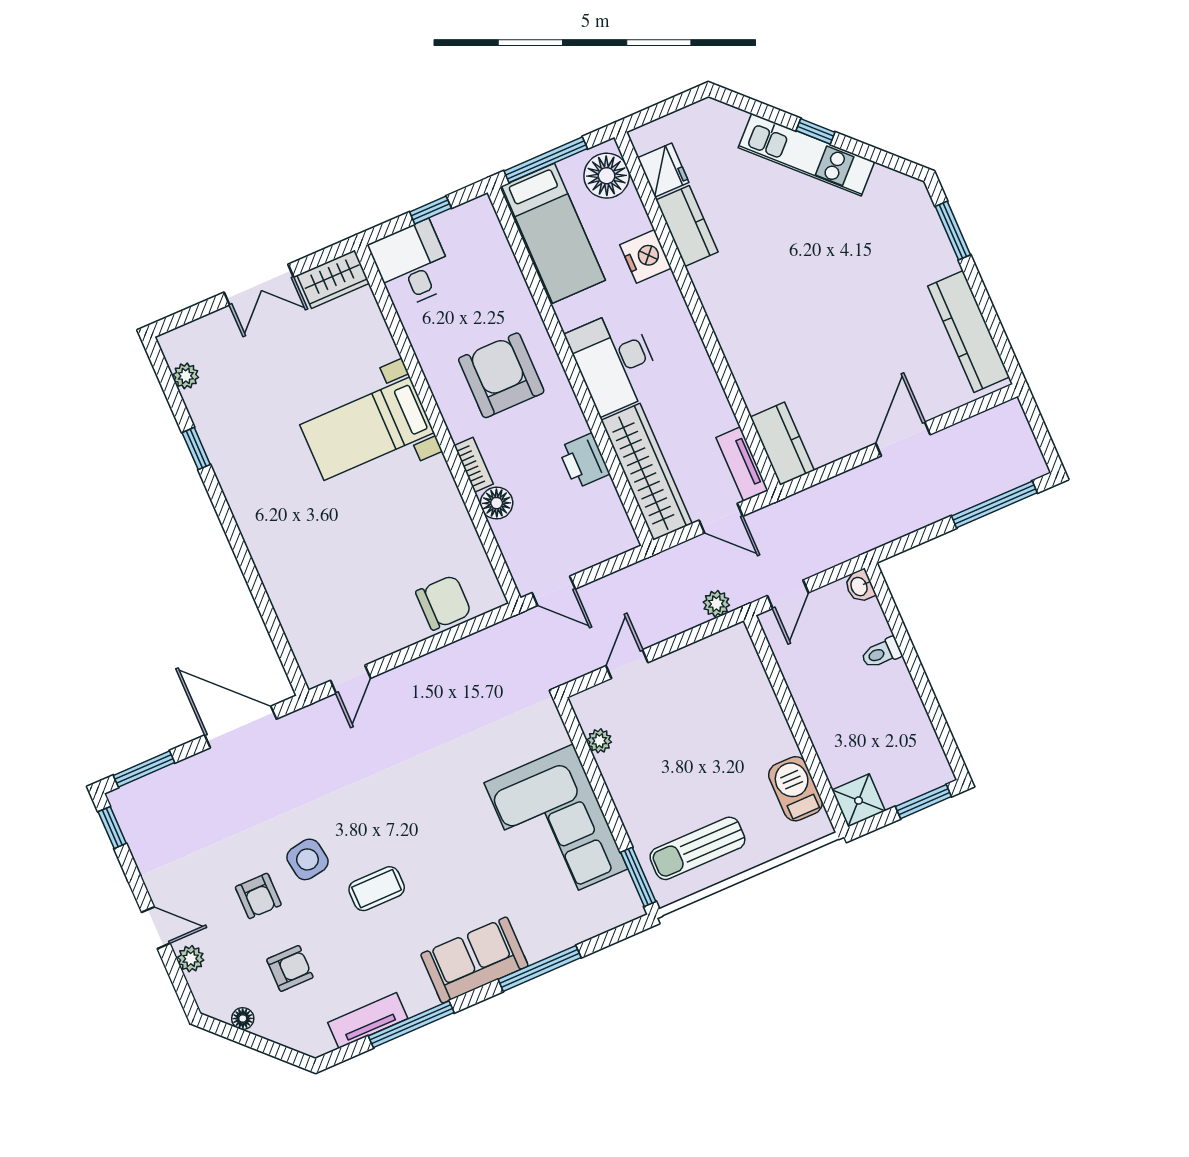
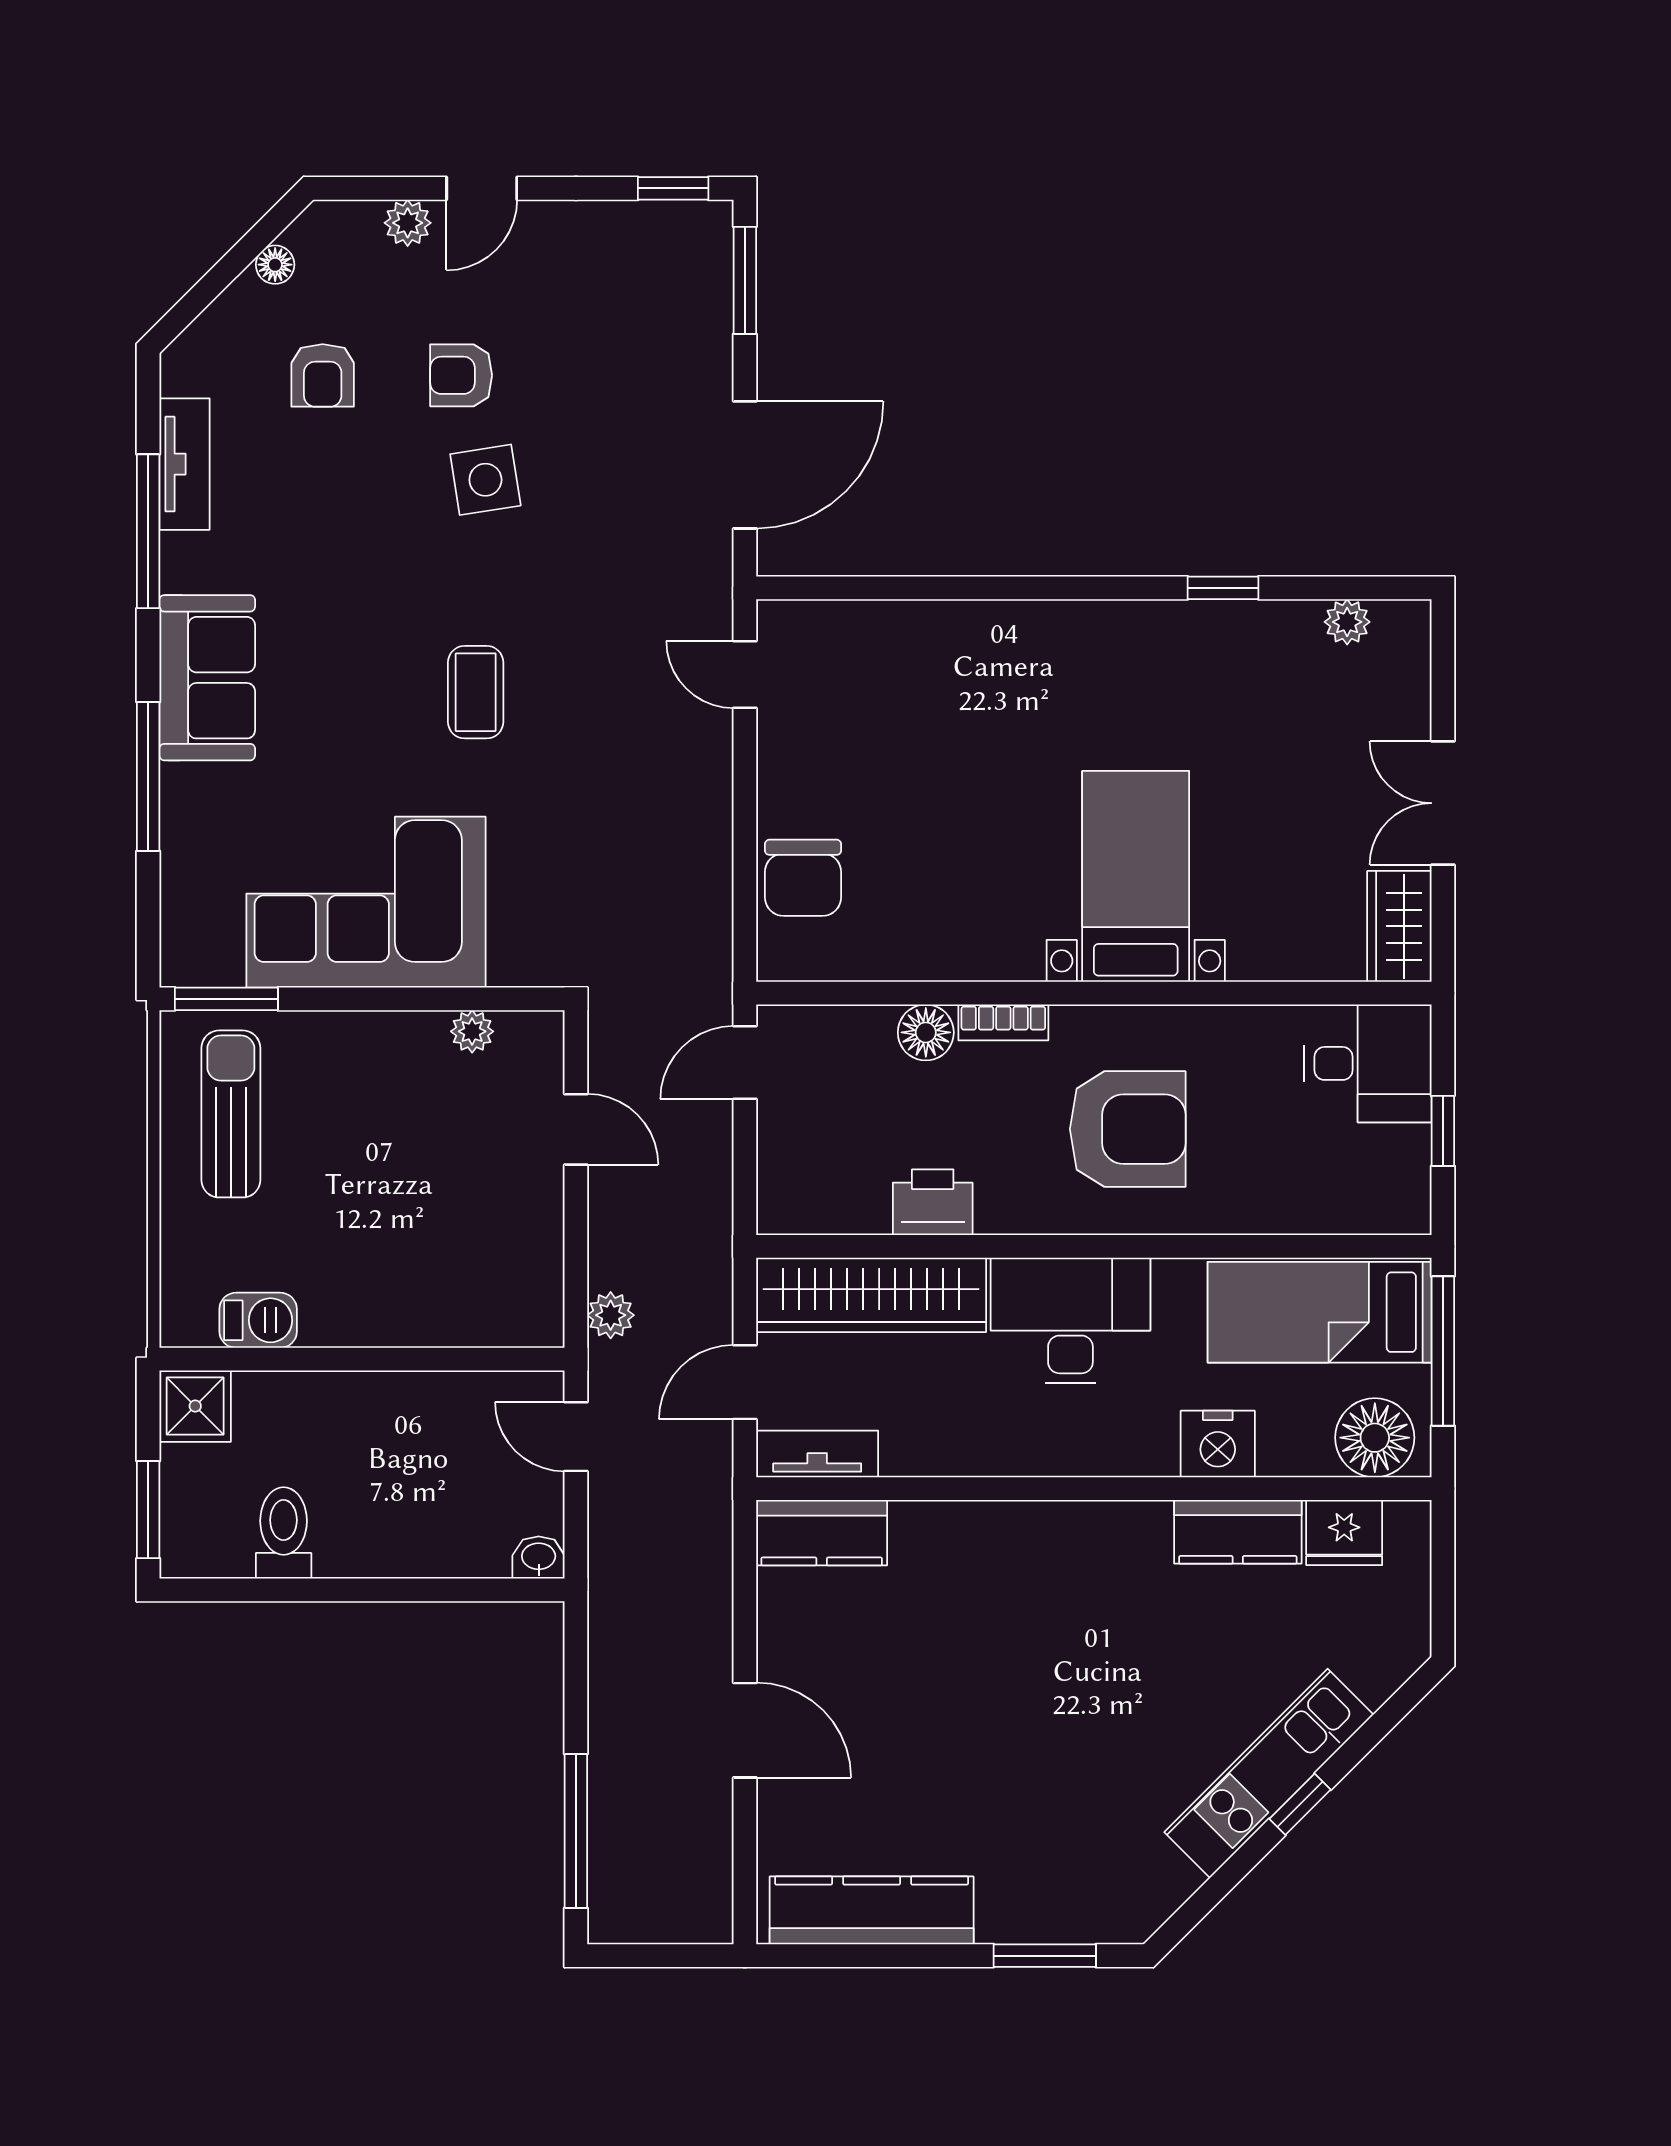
toilet: (881, 653) -> (284, 1533), moved, width x1.37, depth x1.39
barbecue: (795, 789) -> (258, 1320), width x0.73, depth x0.79
coffee table: (377, 889) -> (476, 692), moved

